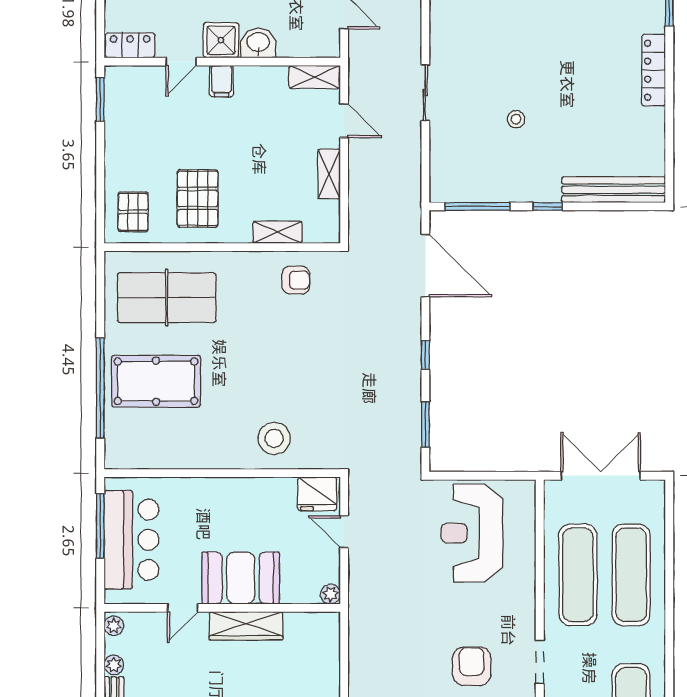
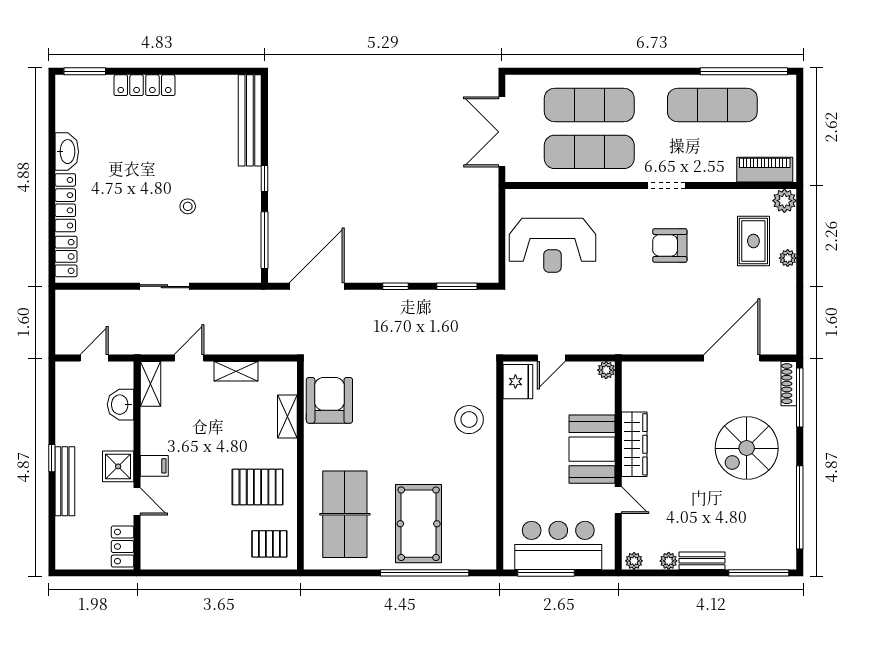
washbasin: (258, 43) -> (121, 405), moved
window: (100, 99) -> (170, 573), removed
armchair: (296, 280) -> (329, 400), width x1.88, depth x1.88

